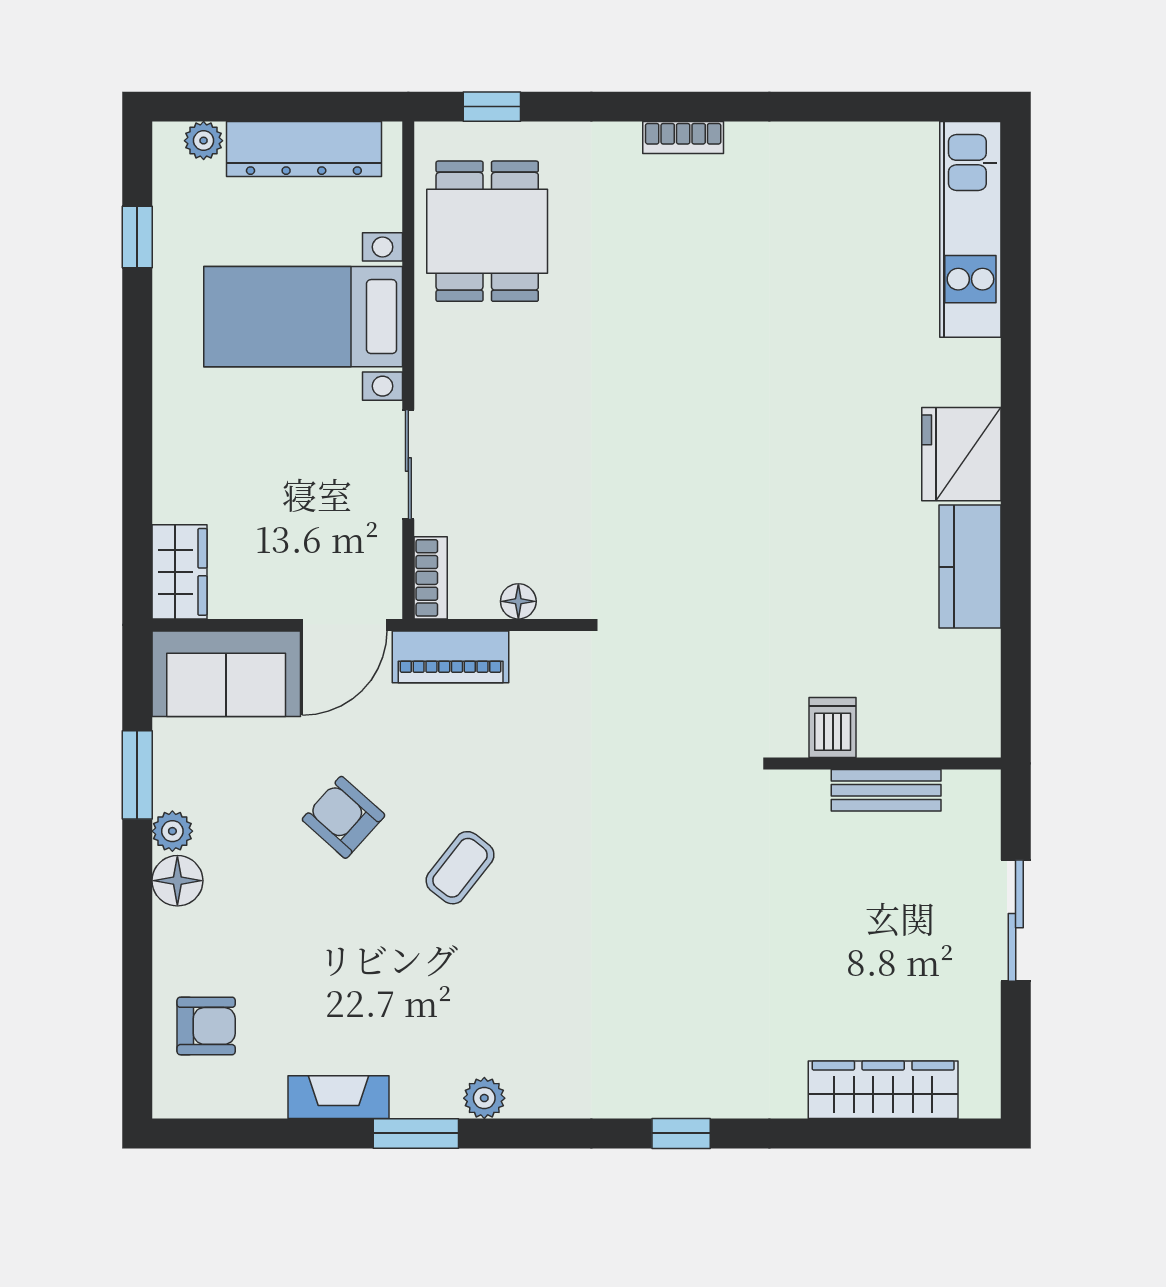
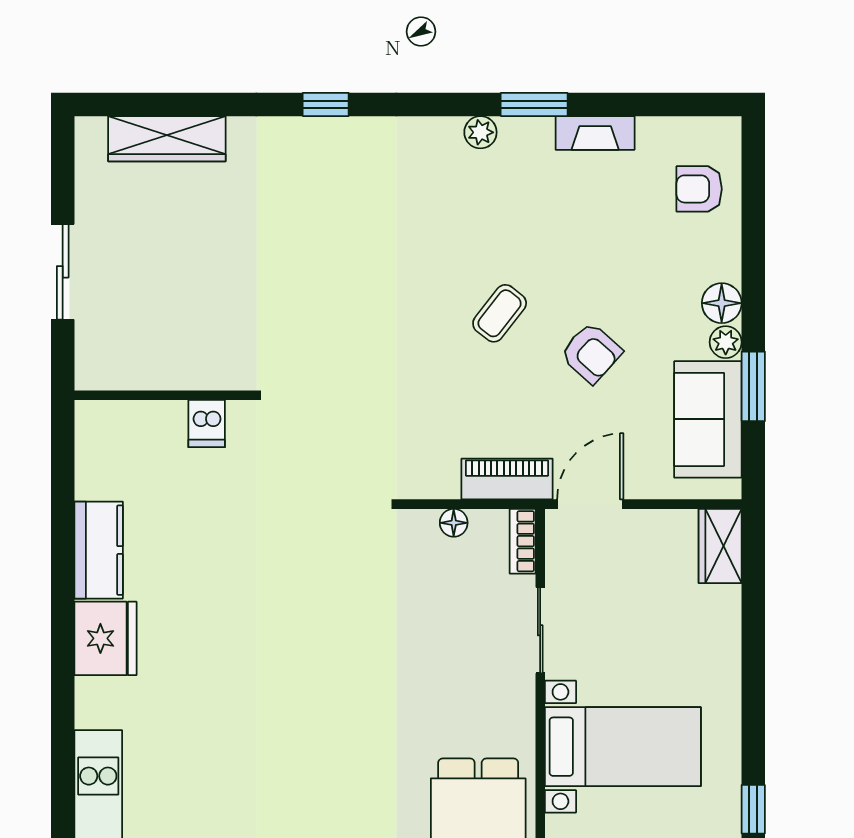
sofa: (226, 674) -> (708, 419), moved, turned -90
bench: (886, 790) -> (165, 374), removed

